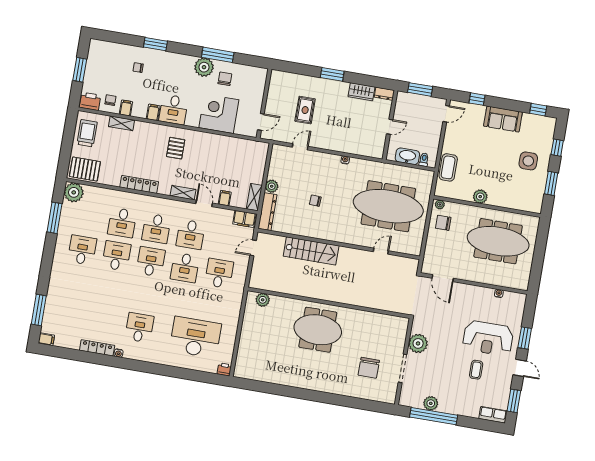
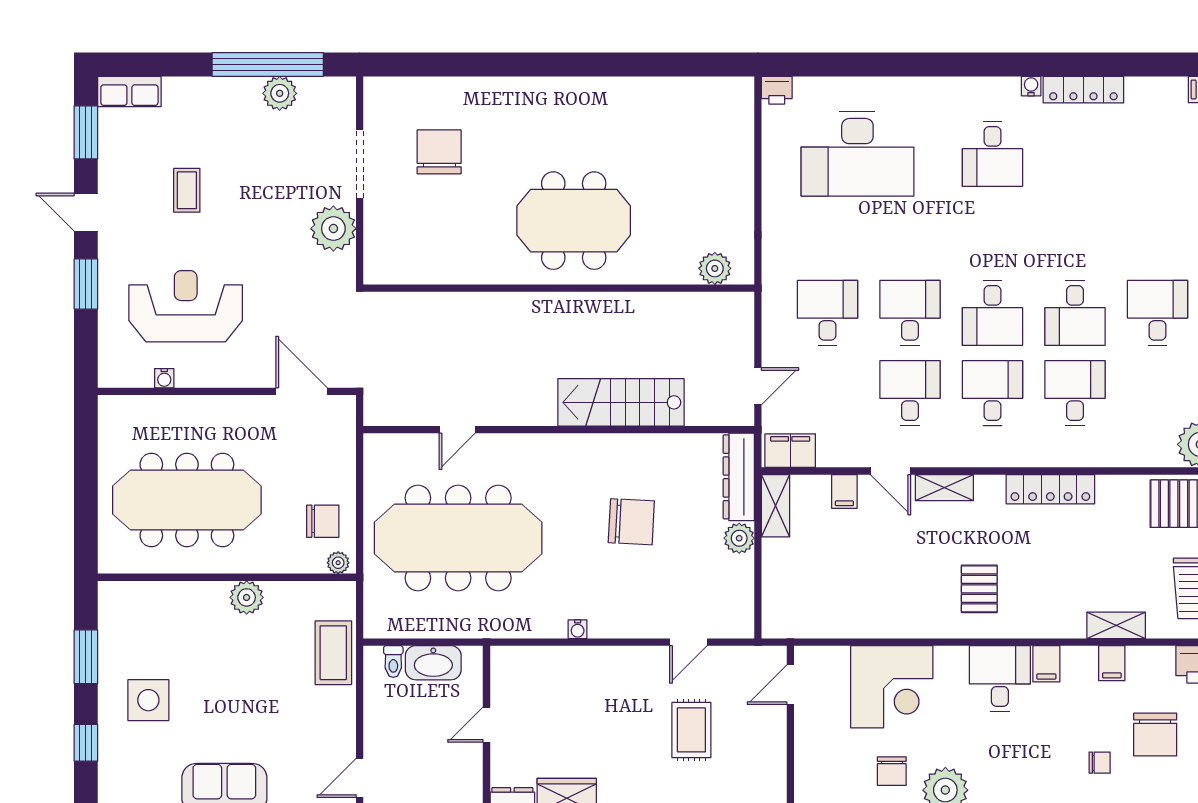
chair: (110, 100) -> (1155, 734), moved, width x1.87, depth x1.87
chair: (315, 201) -> (631, 522), width x1.87, depth x1.87
desk: (82, 250) -> (1157, 313), turned 180
desk: (219, 273) -> (827, 313), turned 180
reception desk: (488, 338) -> (186, 306), moved

